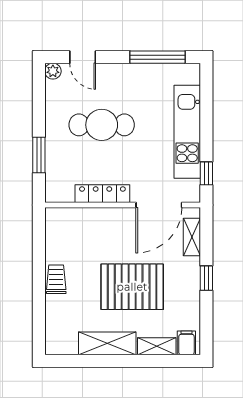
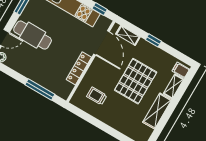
cafe table: (102, 125) -> (33, 35), moved, turned 90
window: (39, 155) -> (40, 90), width x1.44
trolley: (56, 279) -> (97, 96), moved

